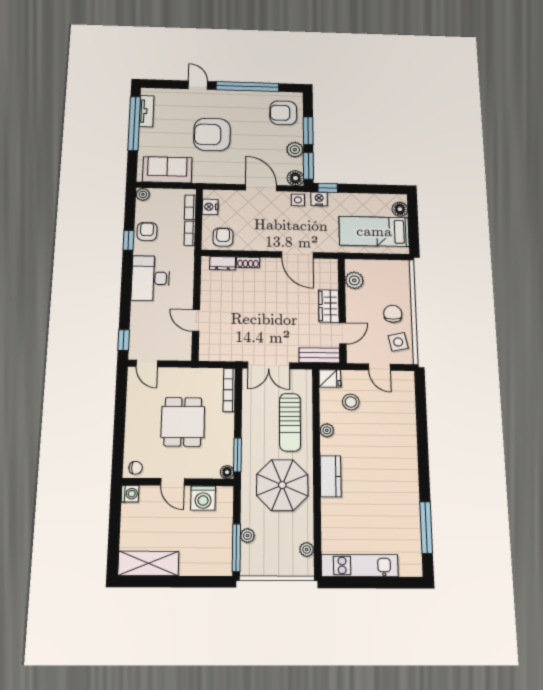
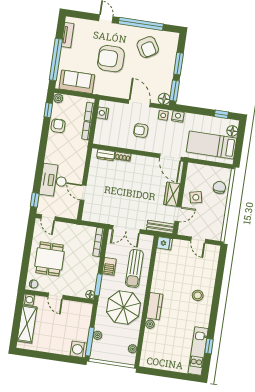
armchair: (283, 113) -> (148, 47), moved, turned -121
window: (134, 123) -> (56, 59), moved
plant: (295, 150) -> (167, 77), removed
window: (328, 188) -> (221, 114), moved
armchair: (223, 237) -> (141, 131), moved, turned -90
window: (129, 240) -> (48, 110), moved
door: (297, 255) -> (170, 157), moved
desk: (151, 278) -> (54, 180), moved
plant: (354, 280) -> (192, 178), removed
chair: (393, 314) -> (219, 187), moved
side table: (398, 342) -> (196, 197), moved
stool: (351, 402) -> (198, 295), moved
dining table: (183, 422) -> (50, 259), moved
barbecue: (251, 424) -> (109, 266), added
plant: (327, 430) -> (150, 324), moved
washing machine: (203, 498) -> (79, 349), moved, turned 90
window: (426, 527) -> (209, 346), width x0.46
shelving: (148, 563) -> (27, 324), moved, turned 90
kitchen unit: (360, 566) -> (198, 351), moved, turned -90

